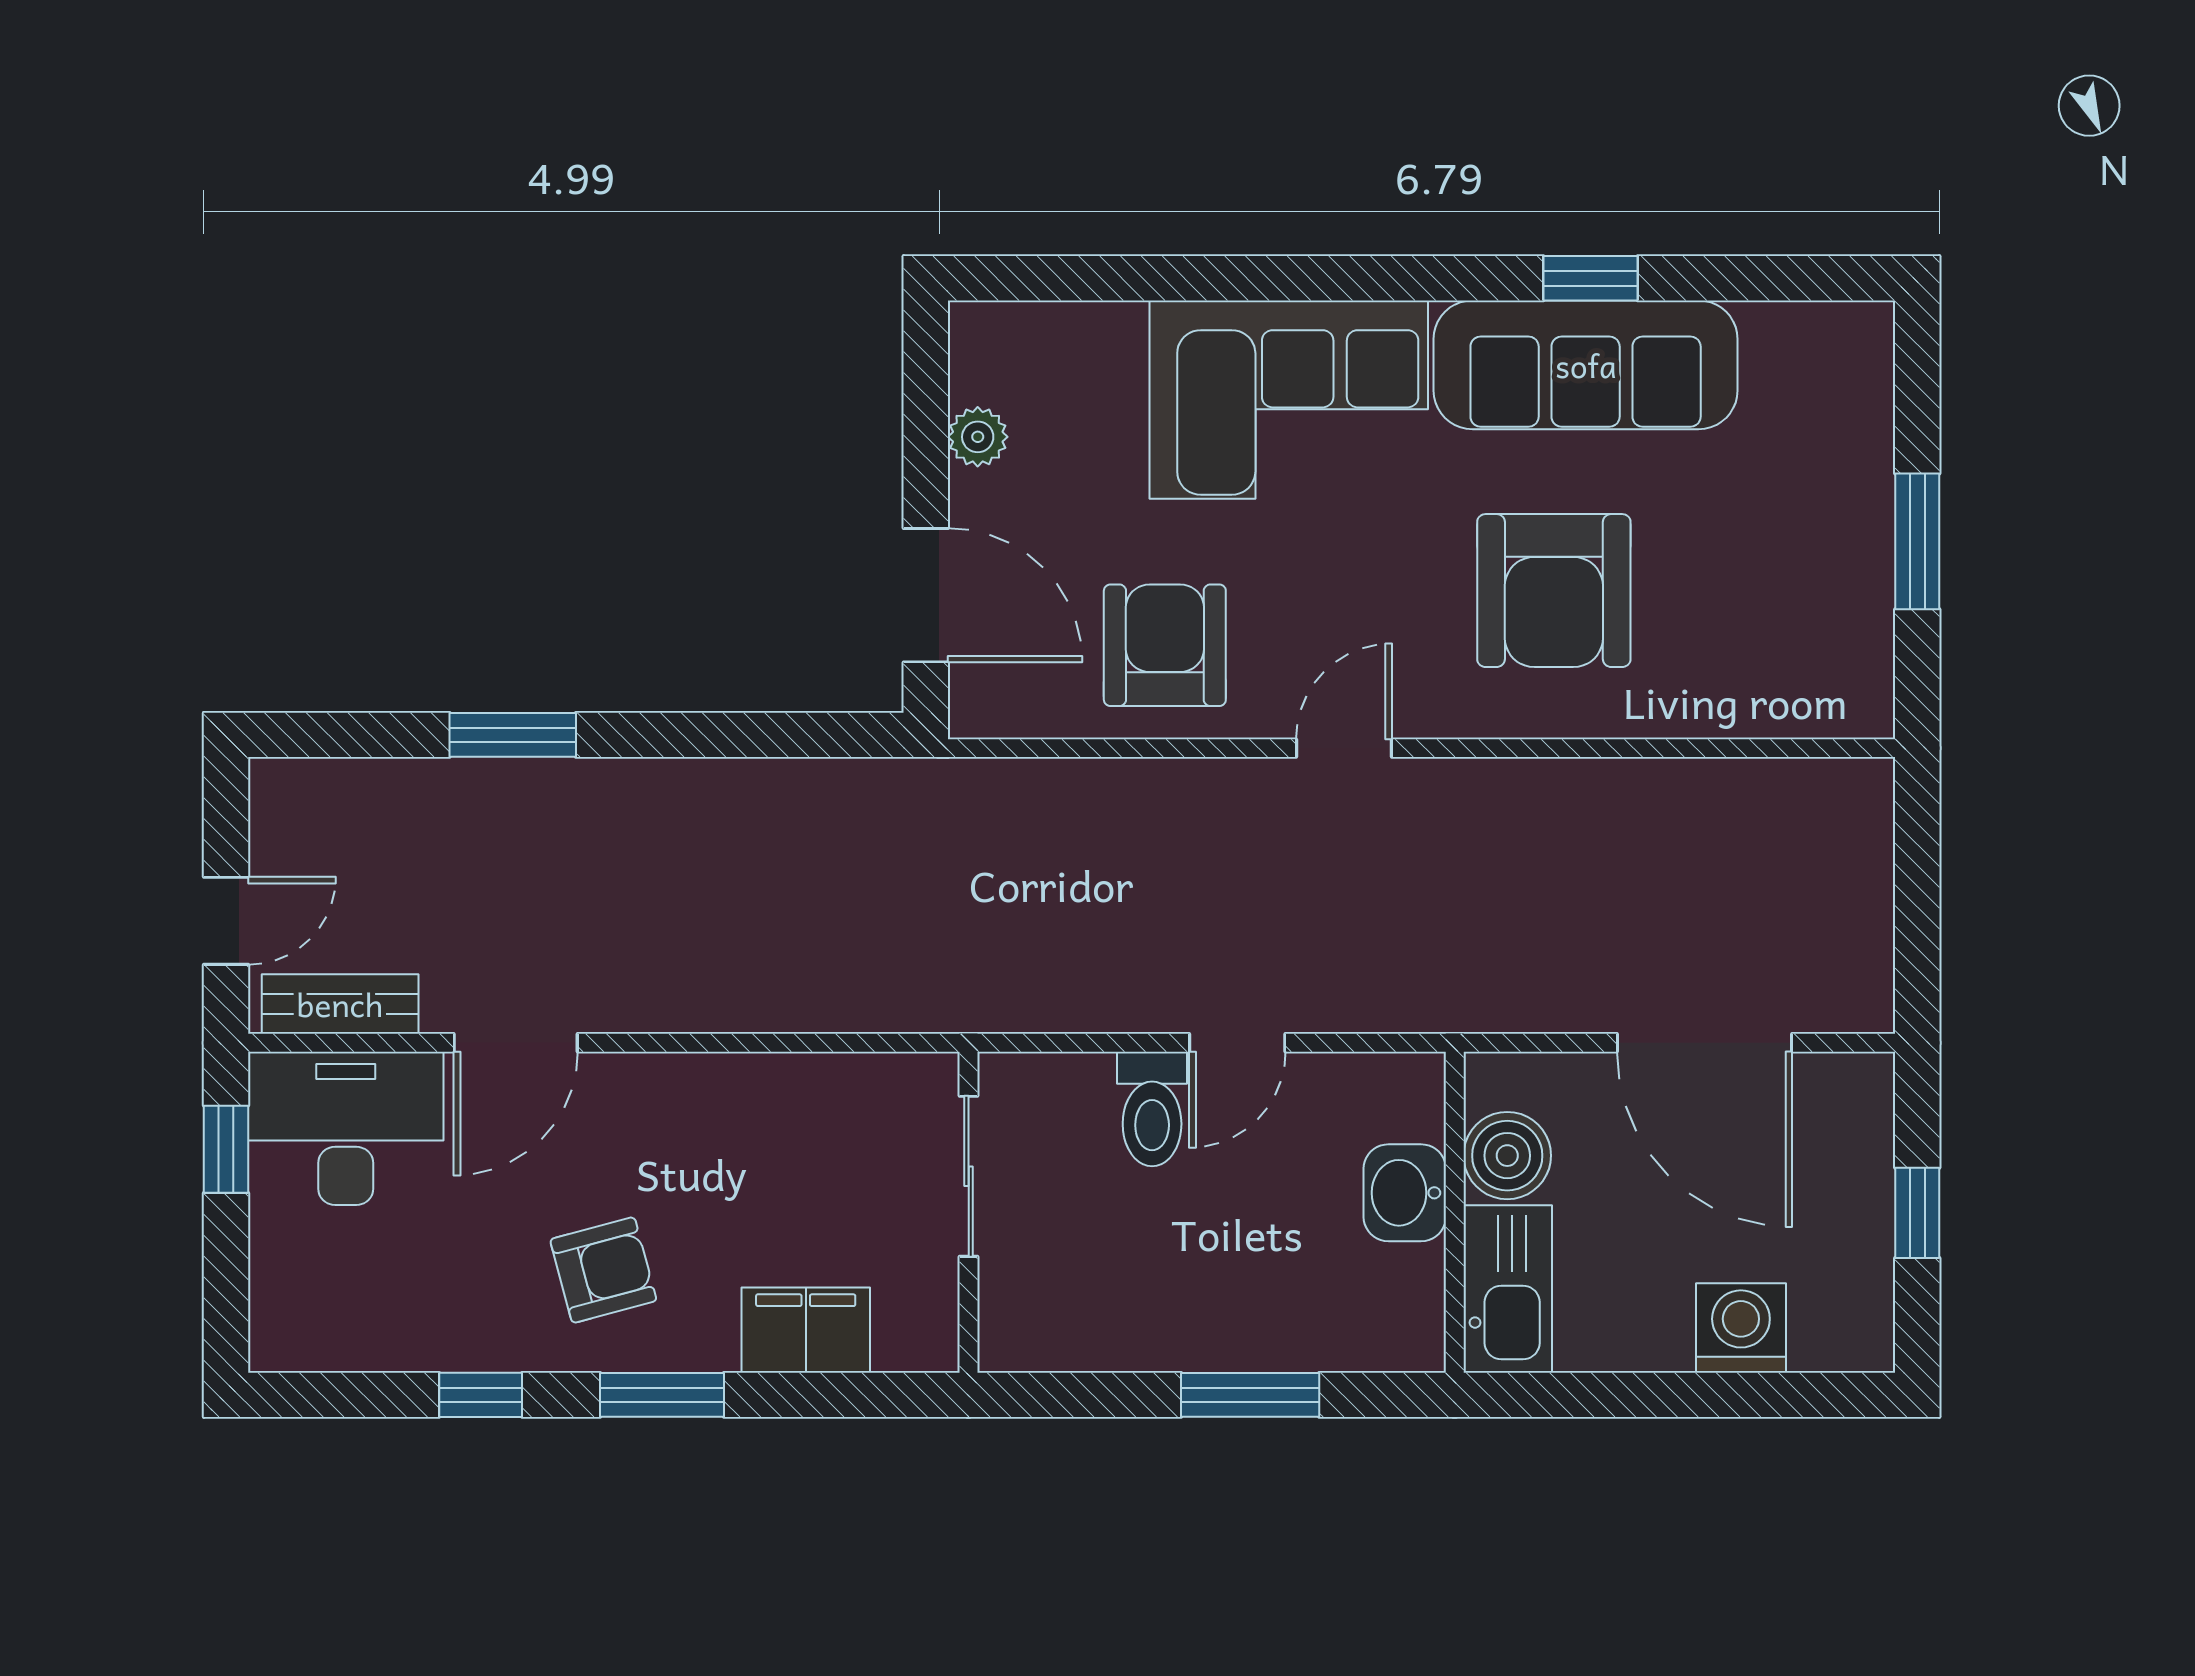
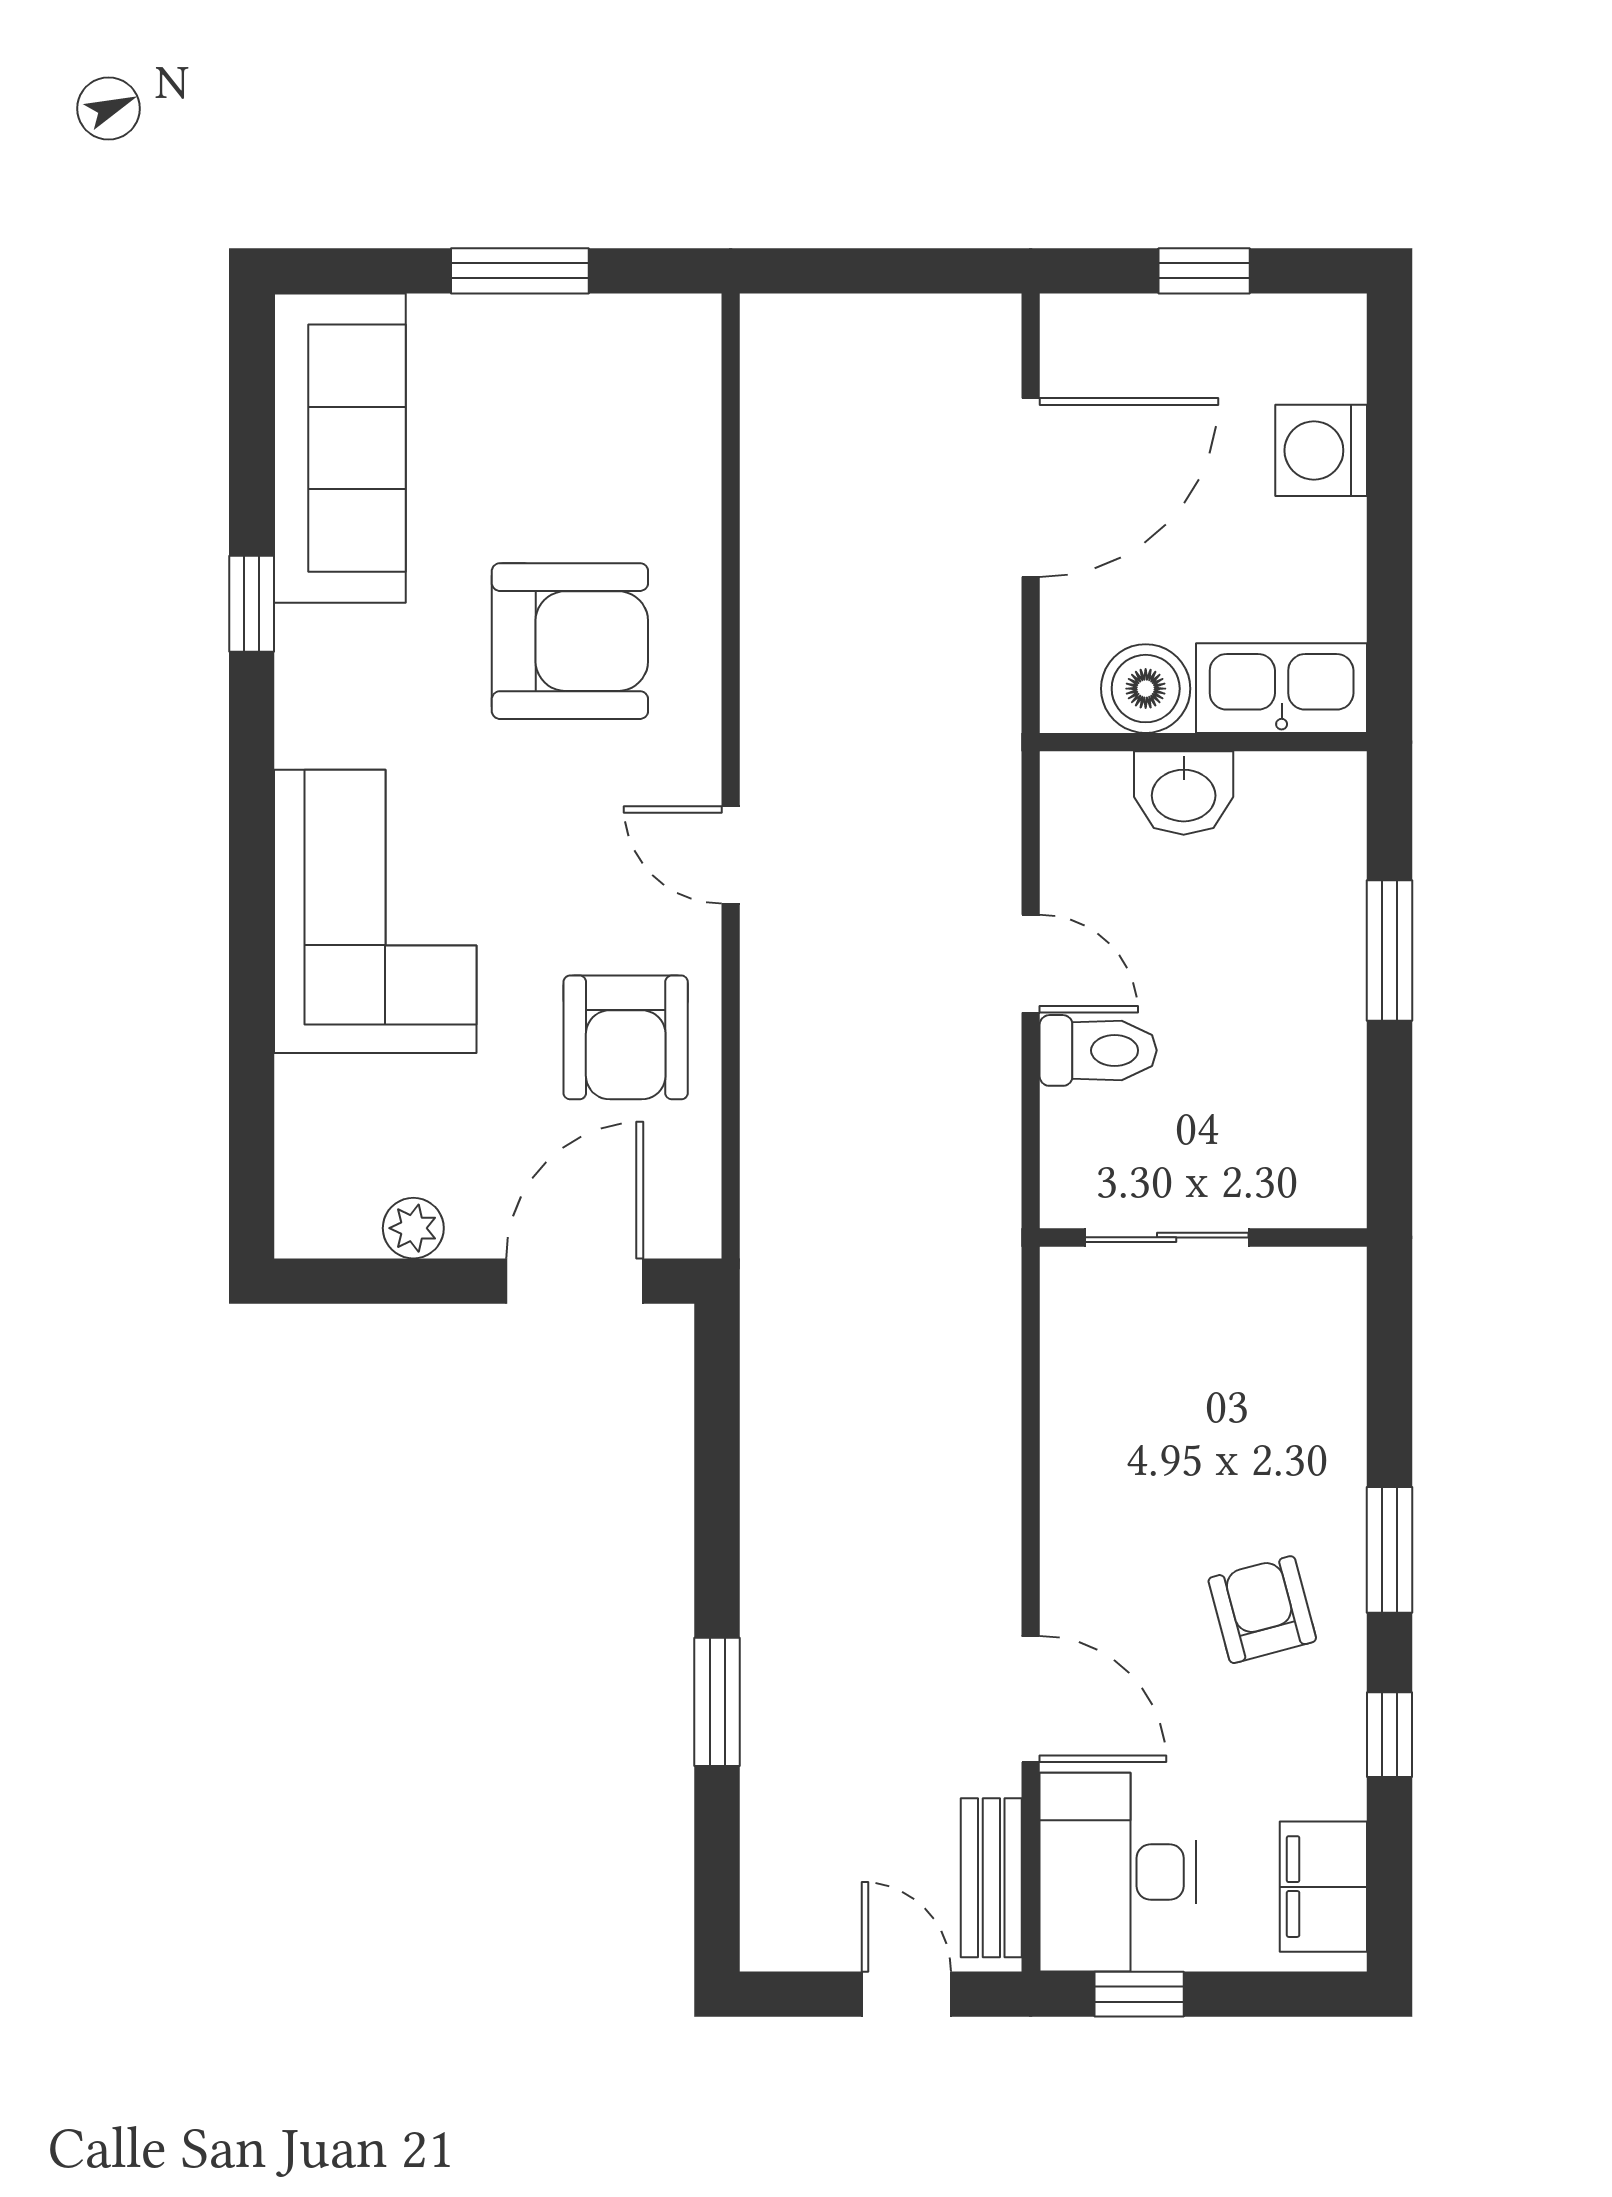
sofa: (1586, 365) -> (340, 448), moved
armchair: (1165, 645) -> (626, 1037), turned -90
filing cabinet: (806, 1330) -> (1323, 1887), moved

